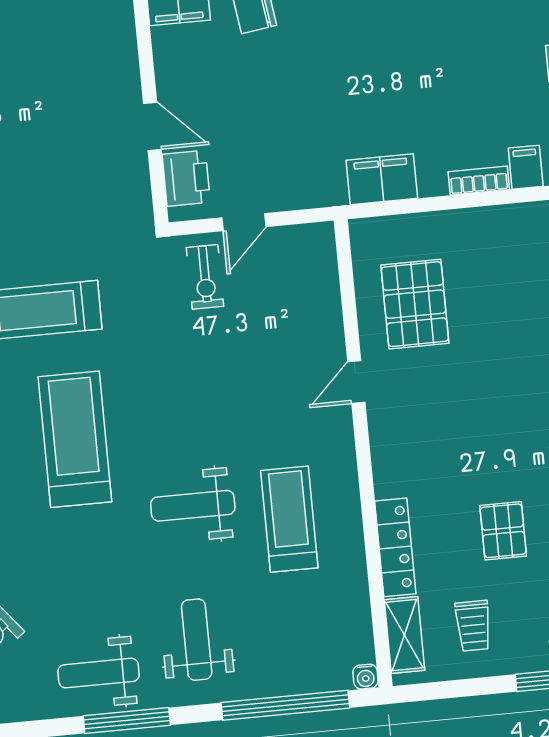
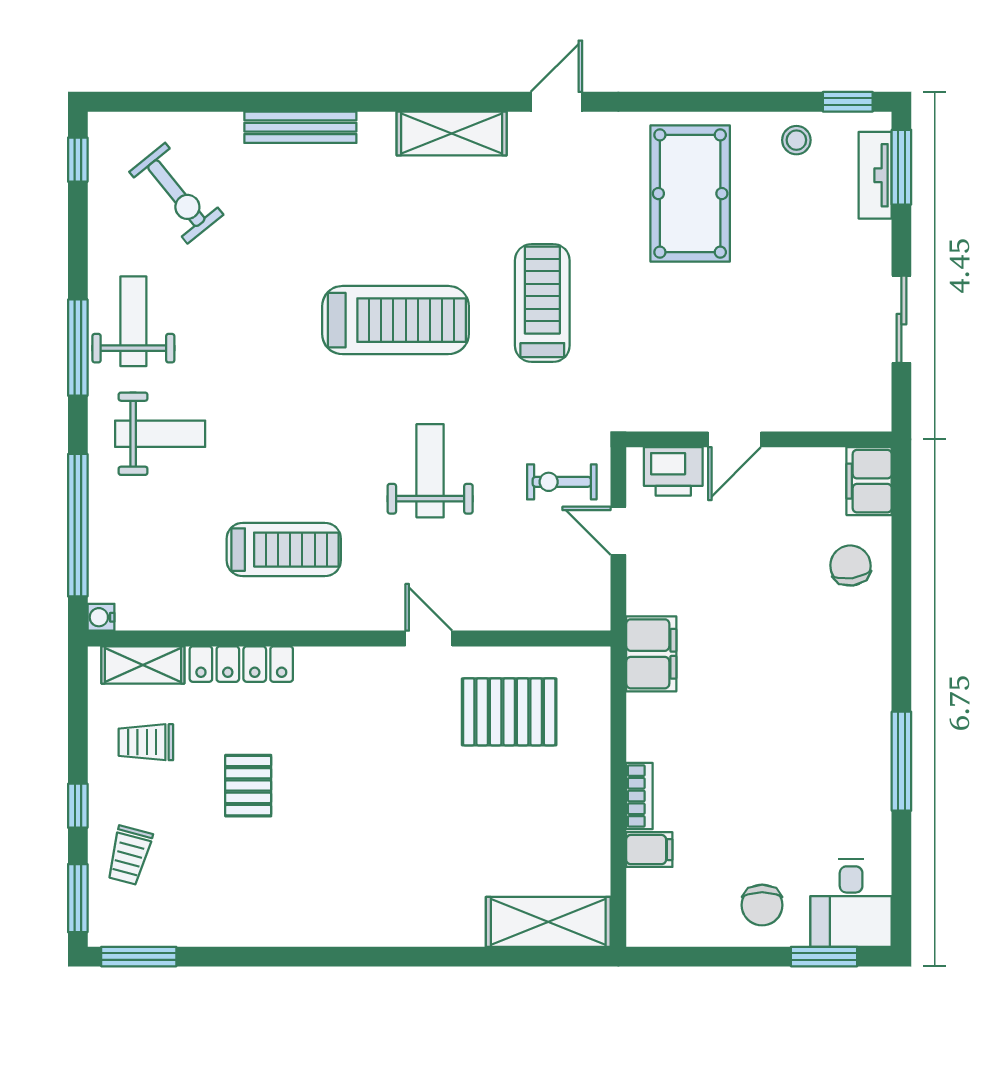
filing cabinet: (382, 179) -> (651, 654), moved
weight bench: (193, 506) -> (430, 471), moved
pallet: (503, 531) -> (248, 786), turned 90

